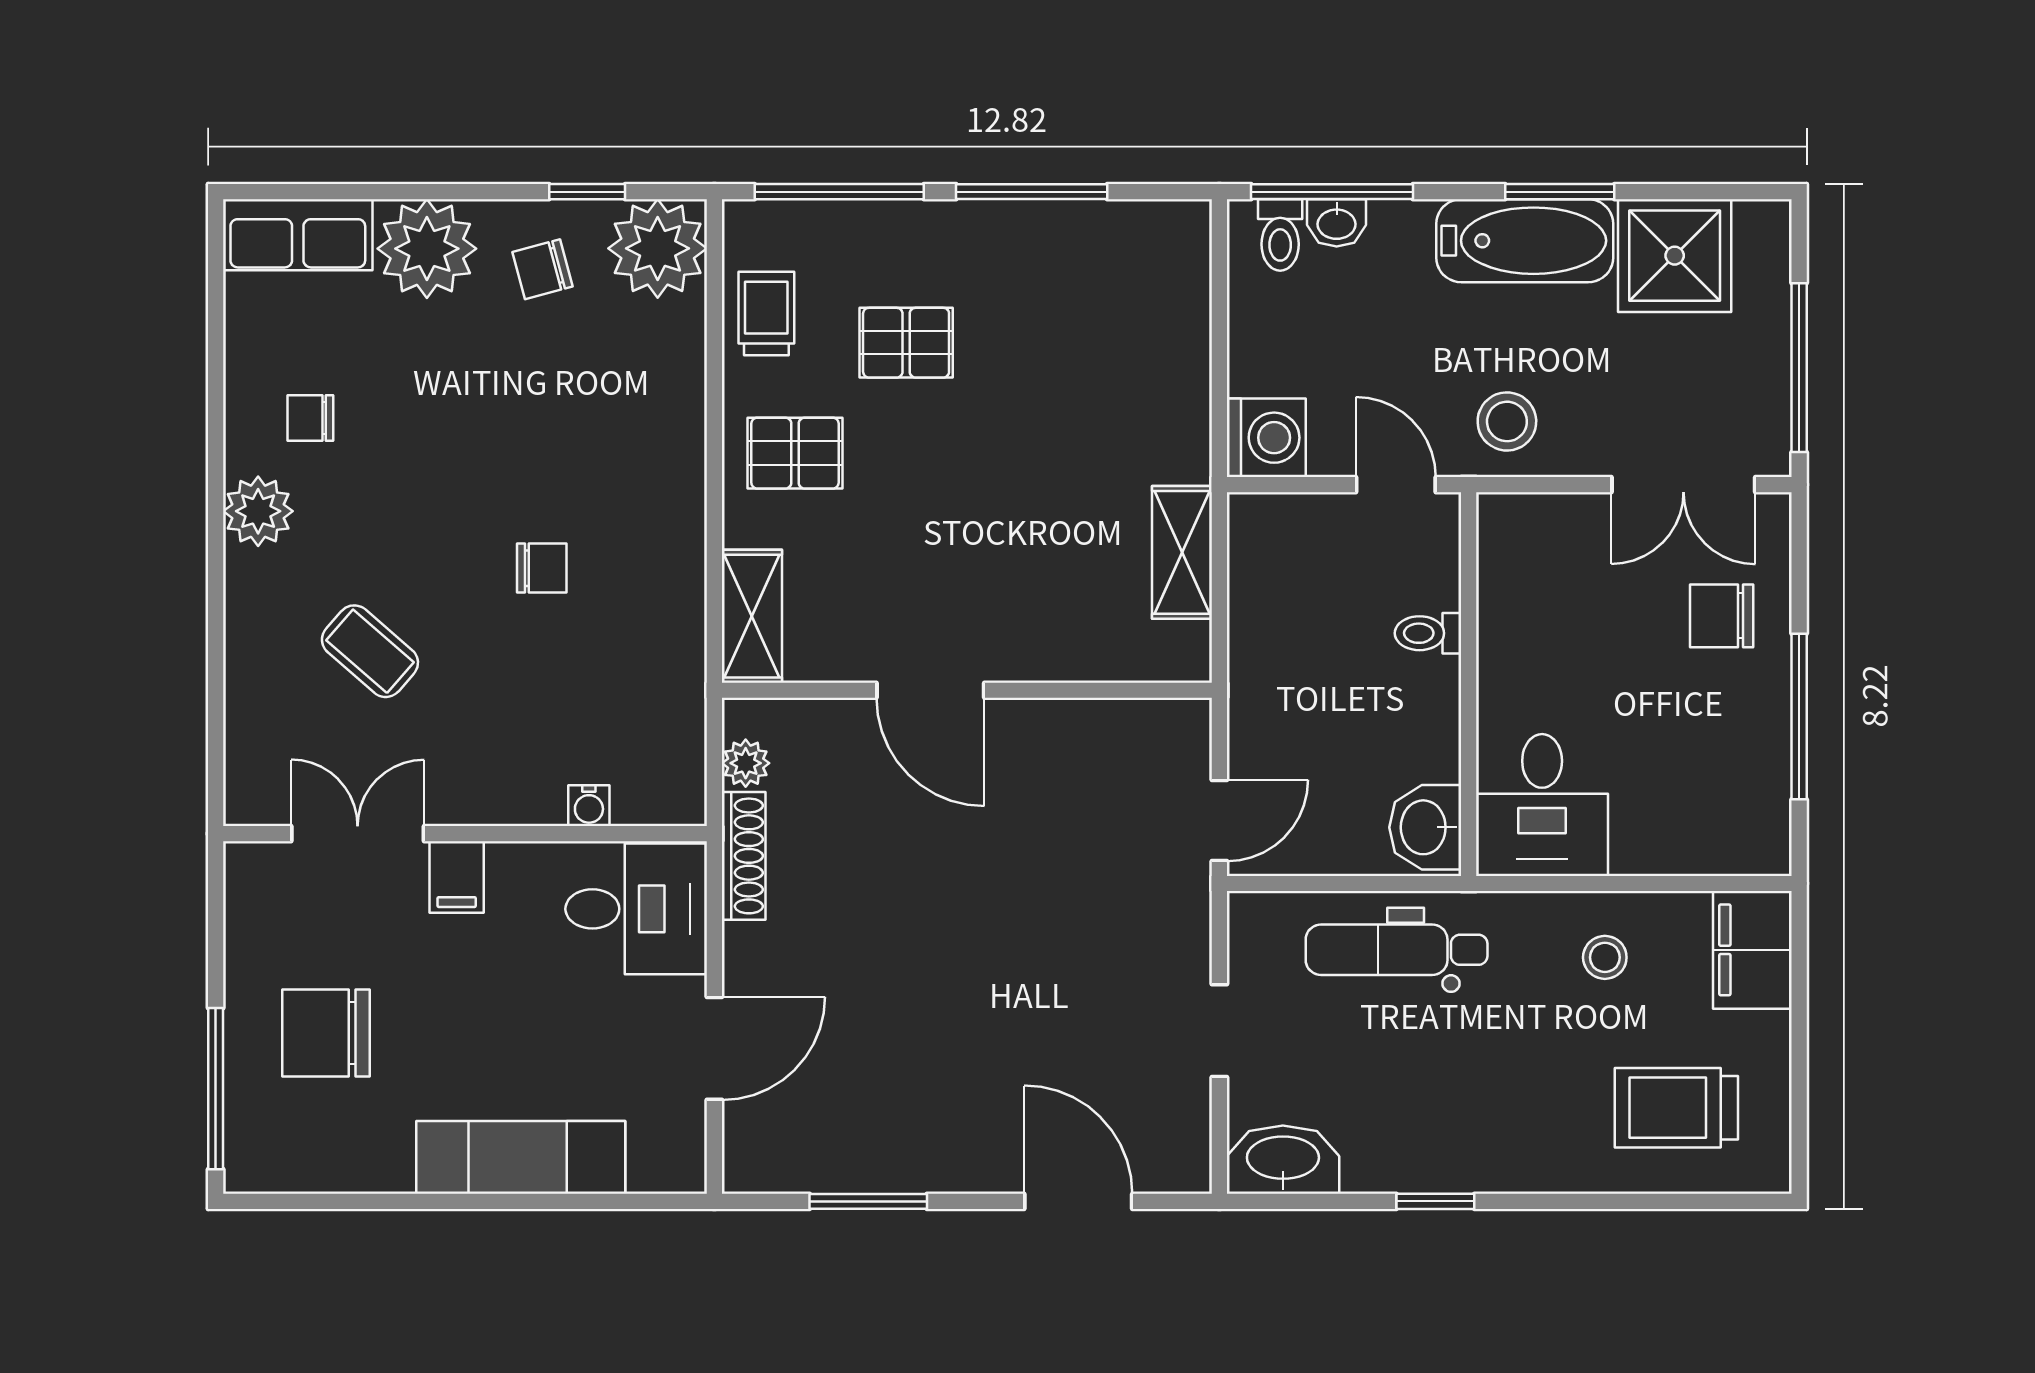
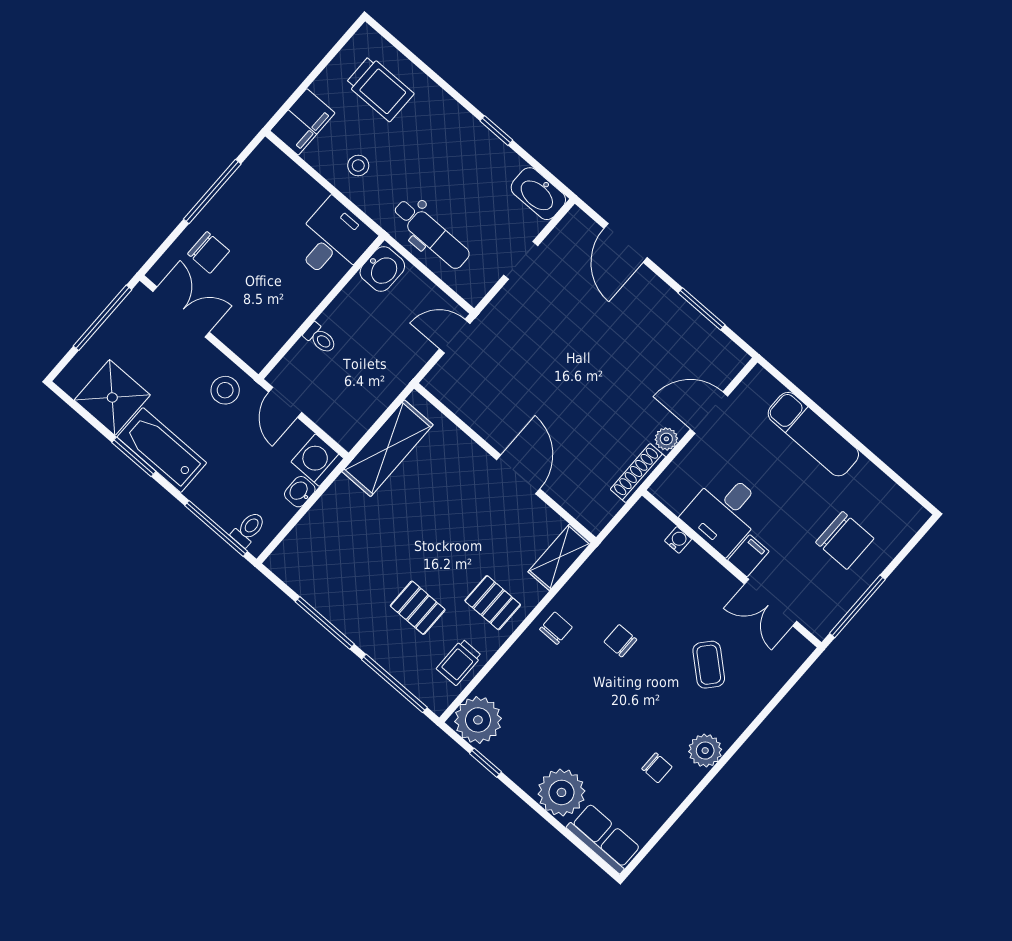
washbasin: (1337, 223) -> (300, 492), moved, turned -90
chair: (542, 269) -> (556, 628), moved, turned -75
shelving: (1182, 552) -> (387, 448), width x1.50, depth x1.33
plant: (746, 763) -> (666, 439), moved
desk: (636, 909) -> (724, 512), moved, turned -90
window: (216, 1089) -> (857, 606), moved

